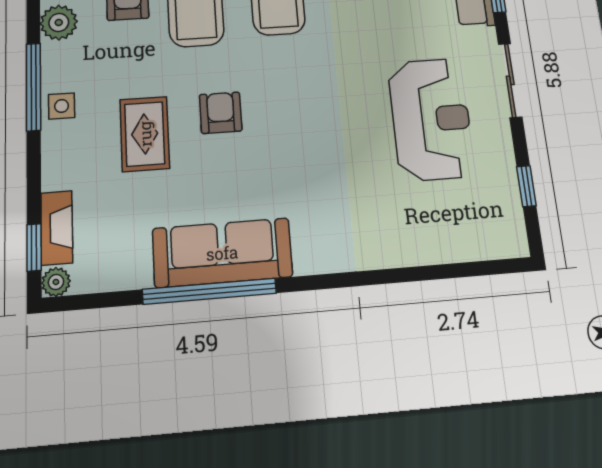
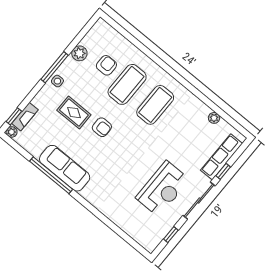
sliding door: (510, 80) -> (199, 201), width x1.37
armchair: (221, 113) -> (102, 127), turned 90
rug: (145, 134) -> (74, 113), turned 90

